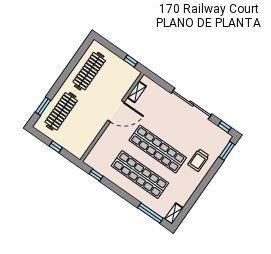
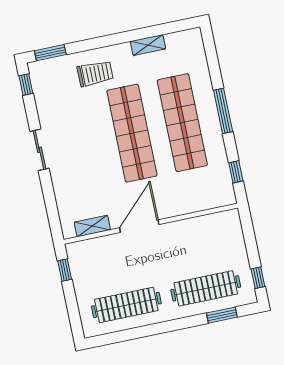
sliding door: (192, 104) -> (39, 150), width x0.54
door: (116, 111) -> (139, 226), hinge flipped
window: (56, 147) -> (258, 278), moved
window: (150, 213) -> (223, 111), moved
shelving: (174, 213) -> (148, 45), moved

